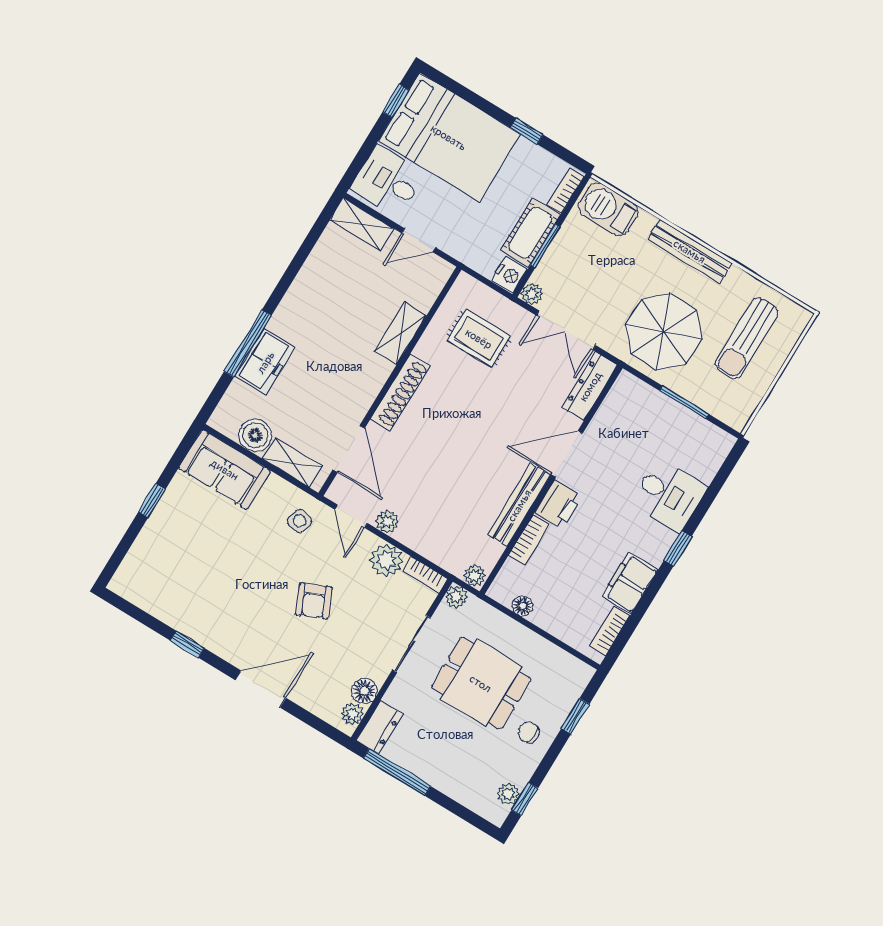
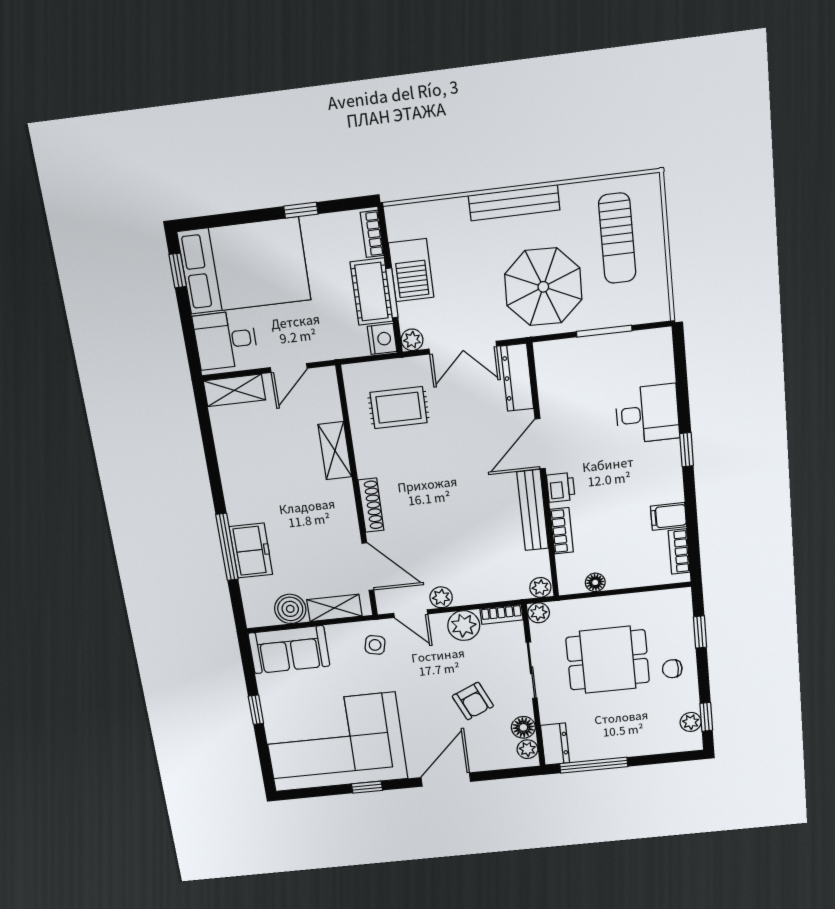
barbecue: (608, 209) -> (411, 270), moved, turned -90
shoe rack: (400, 392) -> (371, 505), width x0.74, depth x0.81
printer: (558, 504) -> (561, 487), width x0.73, depth x0.81
corner sofa: (194, 581) -> (335, 742), added
filing cabinet: (630, 583) -> (669, 516), width x0.50
armchair: (314, 601) -> (473, 701), moved

